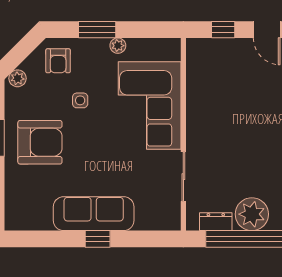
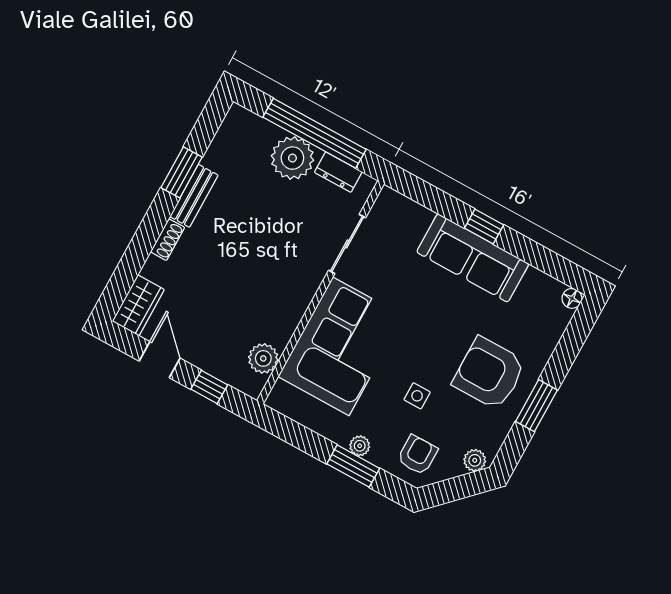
plant: (118, 46) -> (360, 446), moved
plant: (197, 69) -> (263, 358), added
floor lamp: (12, 223) -> (572, 298), added

